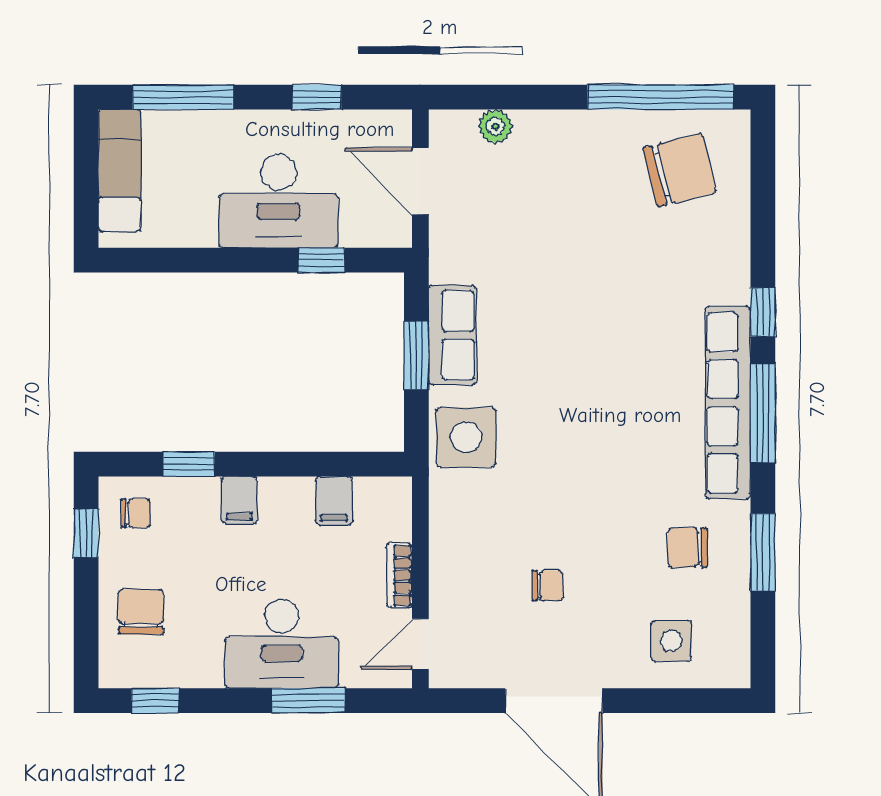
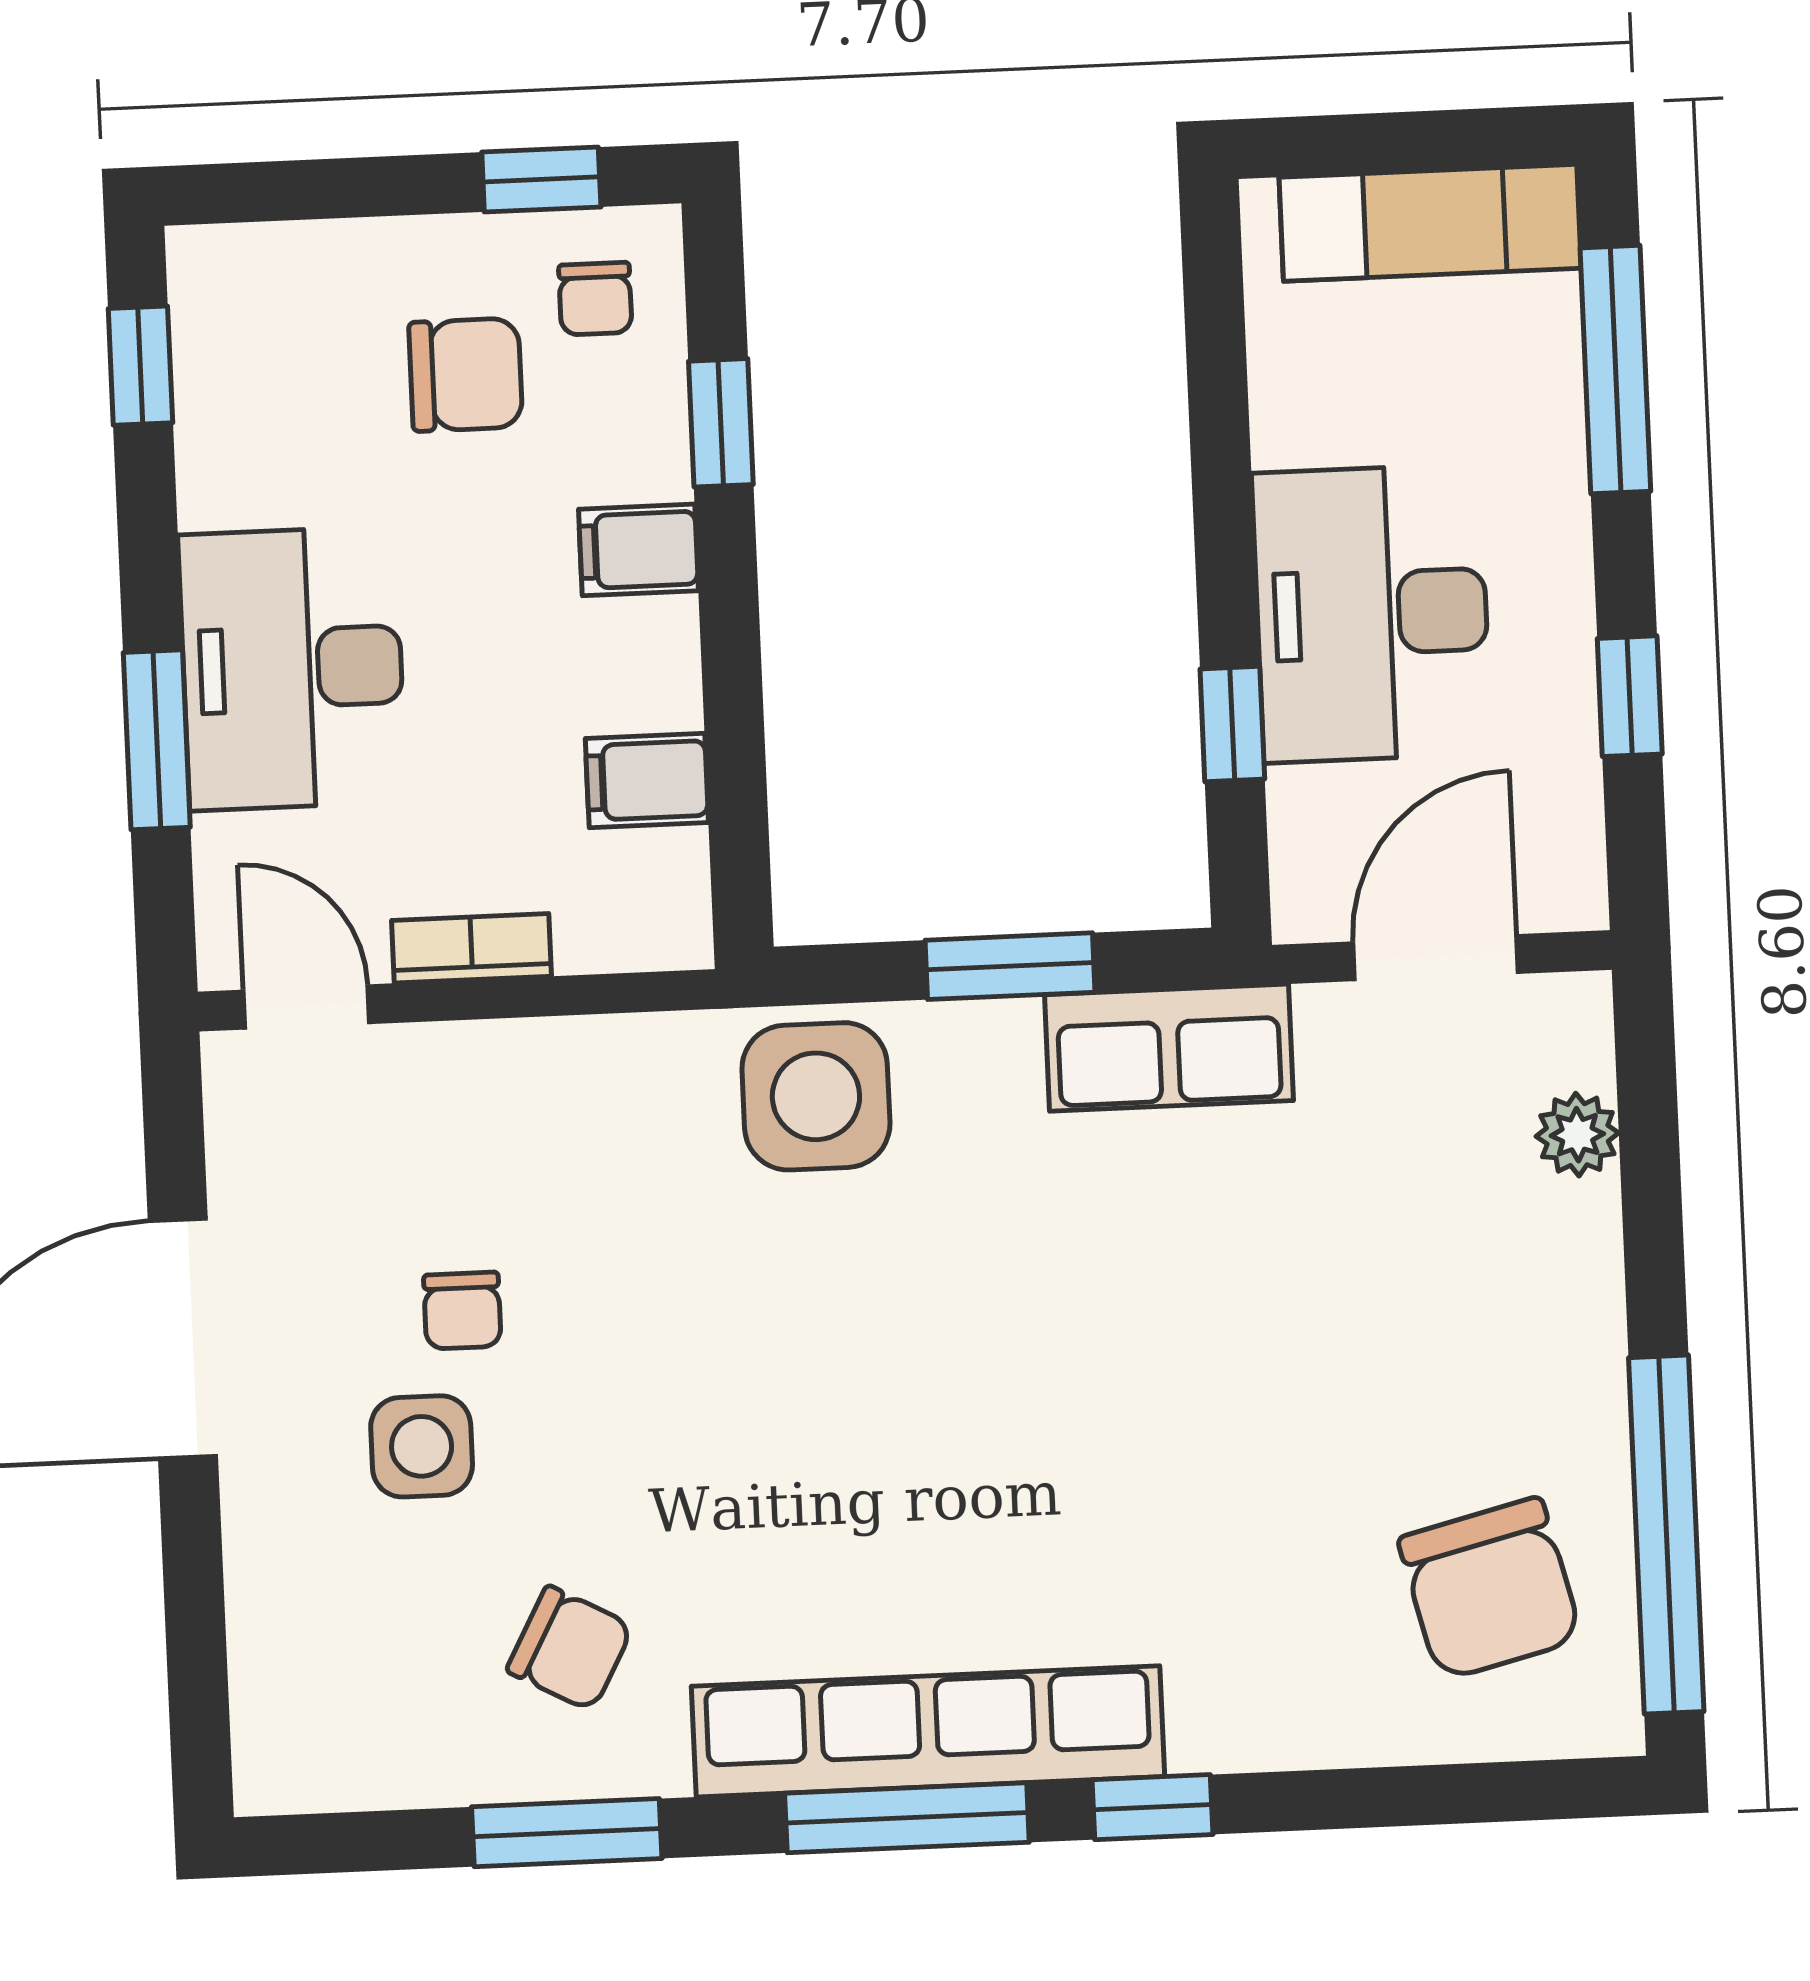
row of seats: (452, 335) -> (1169, 1048), moved
chair: (688, 548) -> (570, 1648), turned 118
chair: (141, 612) -> (466, 375), moved
side table: (671, 641) -> (422, 1446), moved

